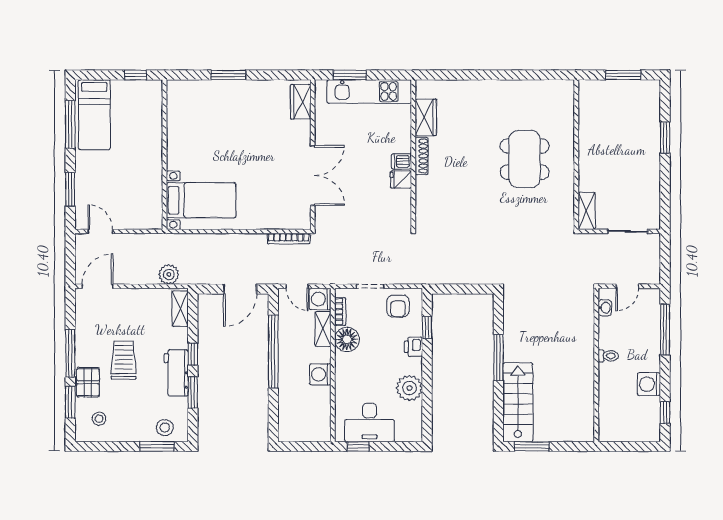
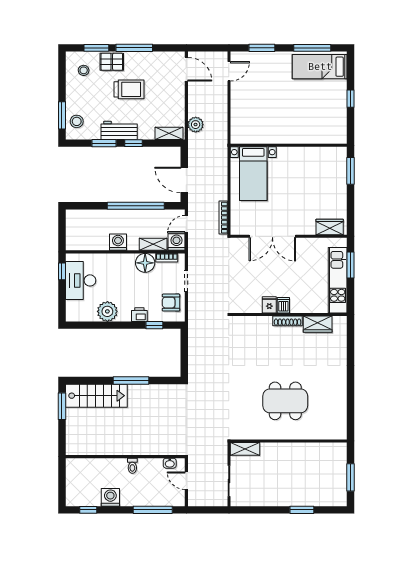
wall: (164, 155) -> (289, 145), moved
bed with nightstands: (201, 200) -> (253, 174), moved

